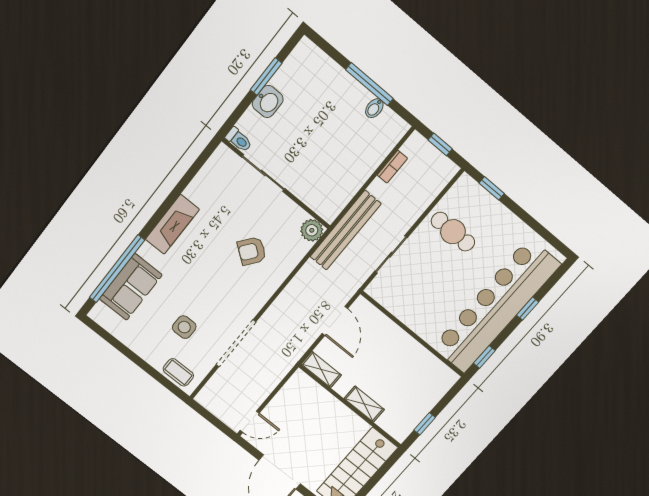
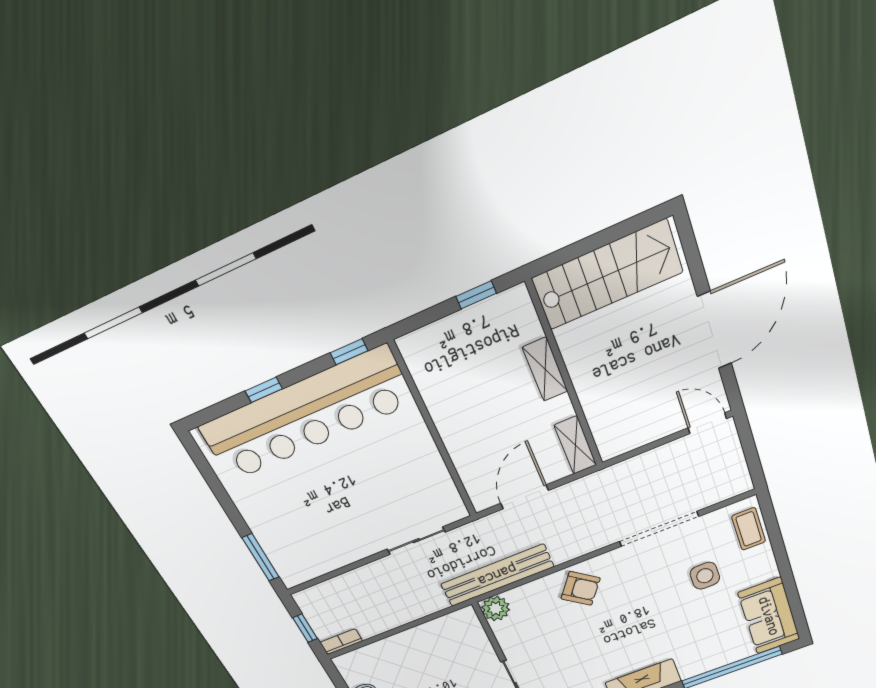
bookcase: (392, 167) -> (341, 642), moved
window: (492, 188) -> (261, 557), width x1.50
bench: (345, 230) -> (497, 575), moved
cafe table: (453, 232) -> (328, 531), removed
armchair: (252, 251) -> (581, 588), moved
sofa: (131, 287) -> (769, 616), moved, turned -90

